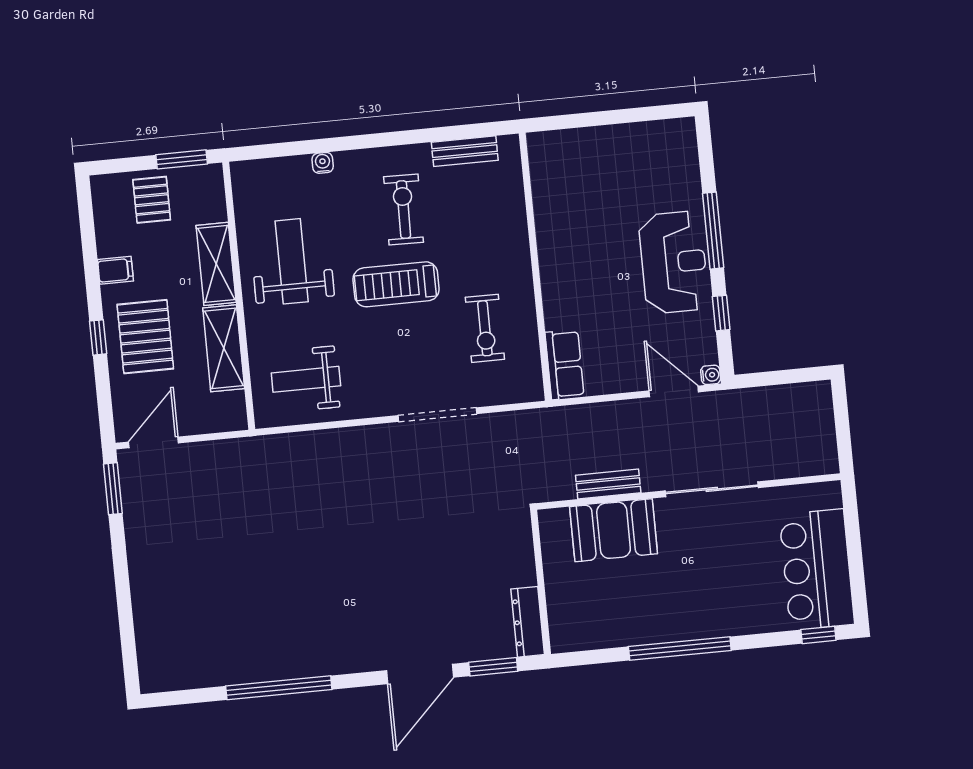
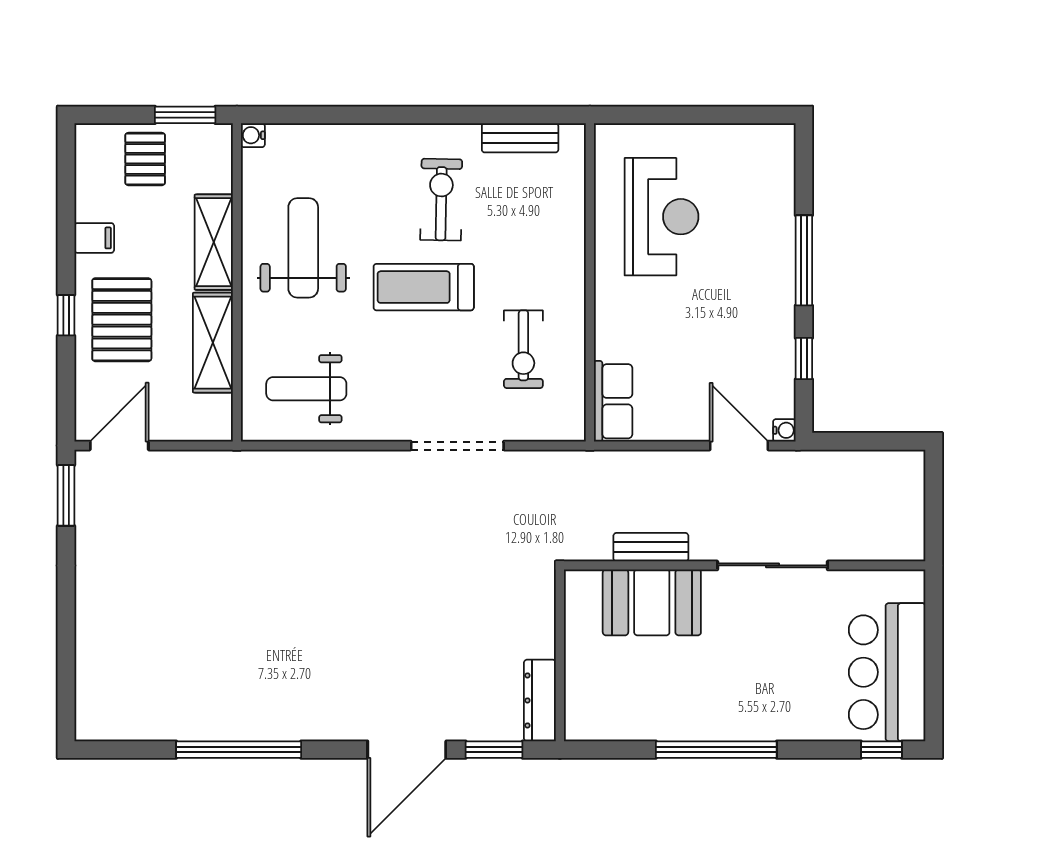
water cooler: (323, 163) -> (253, 135), moved, turned -90
reception desk: (674, 262) -> (662, 217), moved

